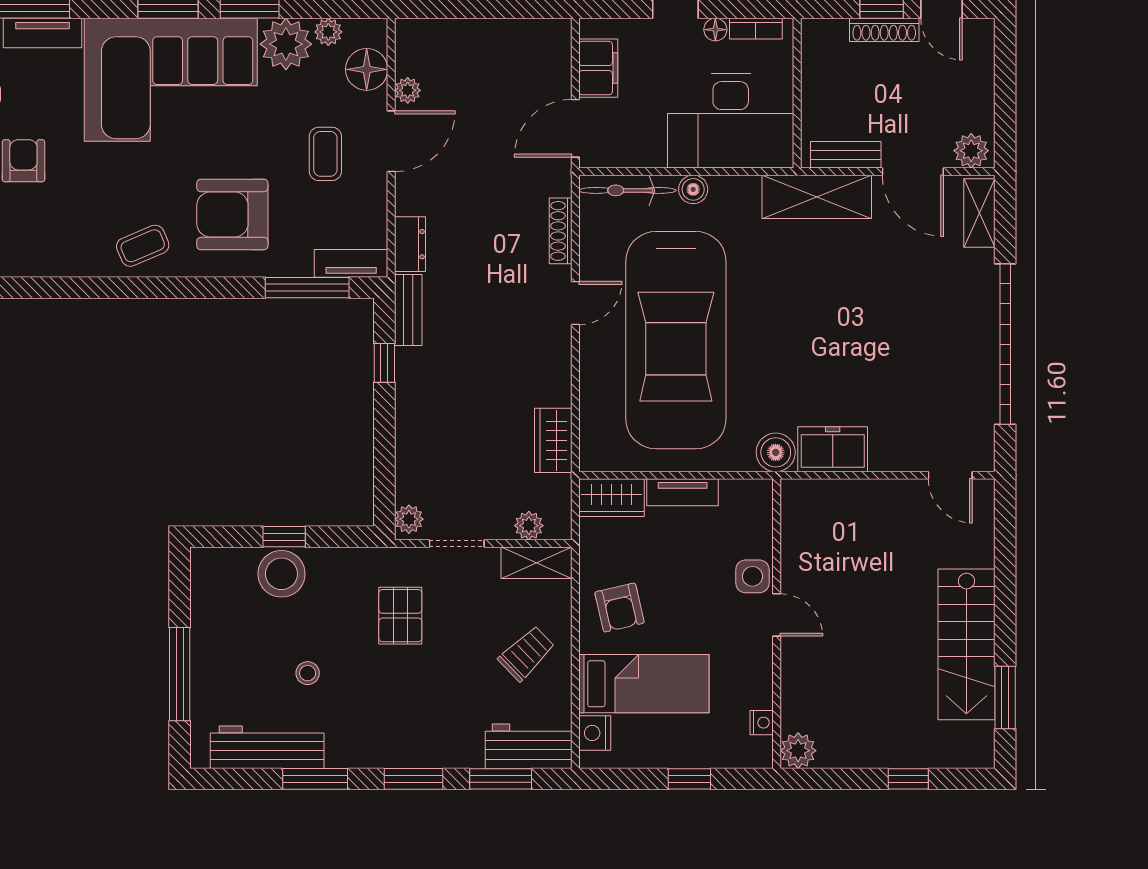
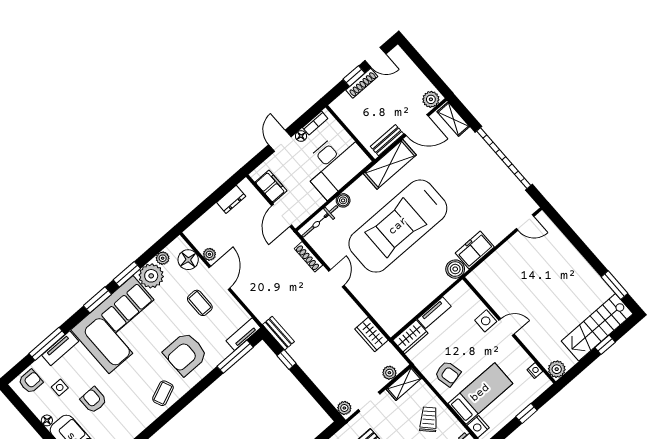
dresser: (410, 244) -> (231, 199), moved, turned 90
car: (676, 340) -> (398, 226), moved, turned 90
stairs: (966, 644) -> (597, 327), moved, turned 90

